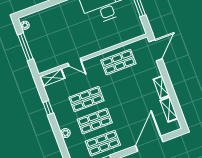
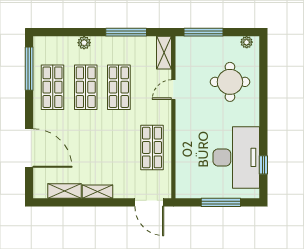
round table: (55, 26) -> (230, 82), added
window: (25, 47) -> (203, 32), moved
window: (48, 108) -> (126, 32), width x2.17

